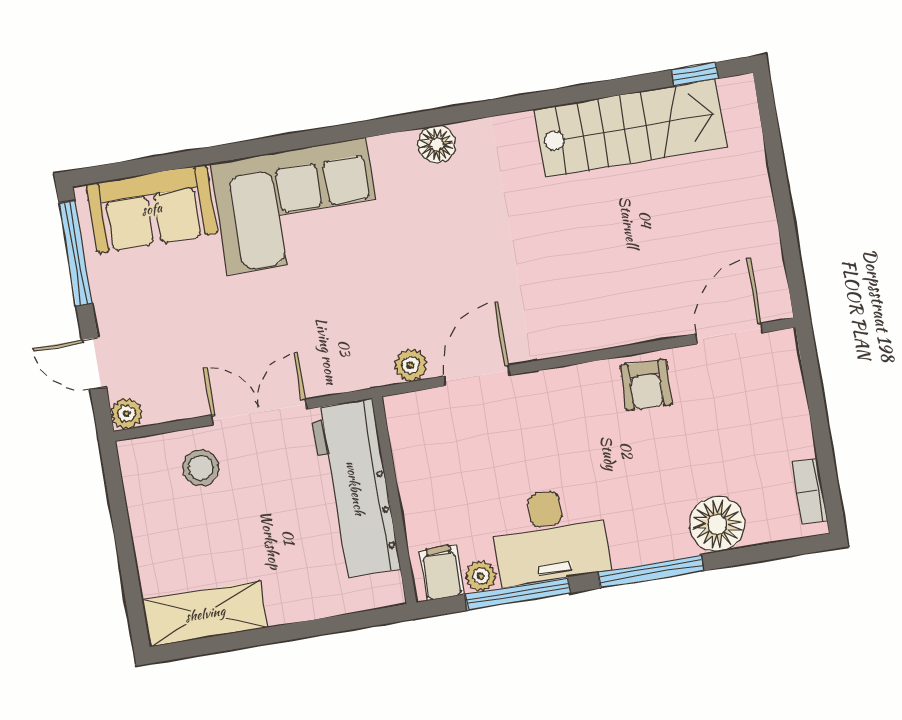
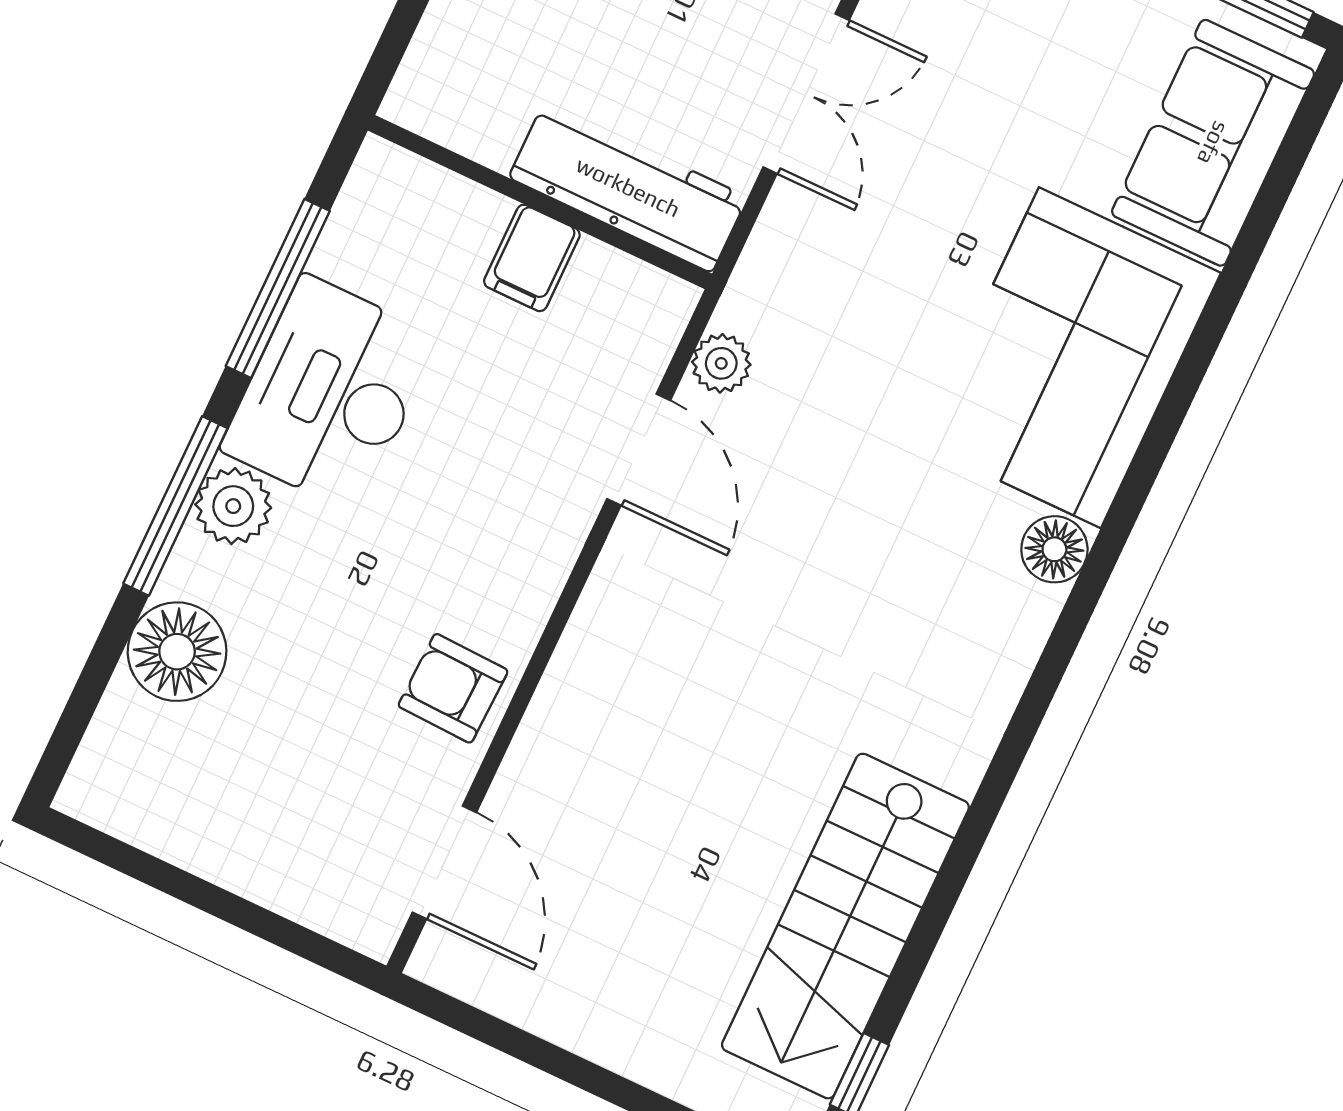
floor lamp: (437, 144) -> (1054, 549), moved
workbench: (355, 488) -> (628, 187), width x0.73, depth x0.76
bookcase: (810, 491) -> (132, 821), removed
filing cabinet: (442, 572) -> (532, 258), moved, turned 90
plant: (481, 576) -> (233, 506), moved, width x1.38, depth x1.38

